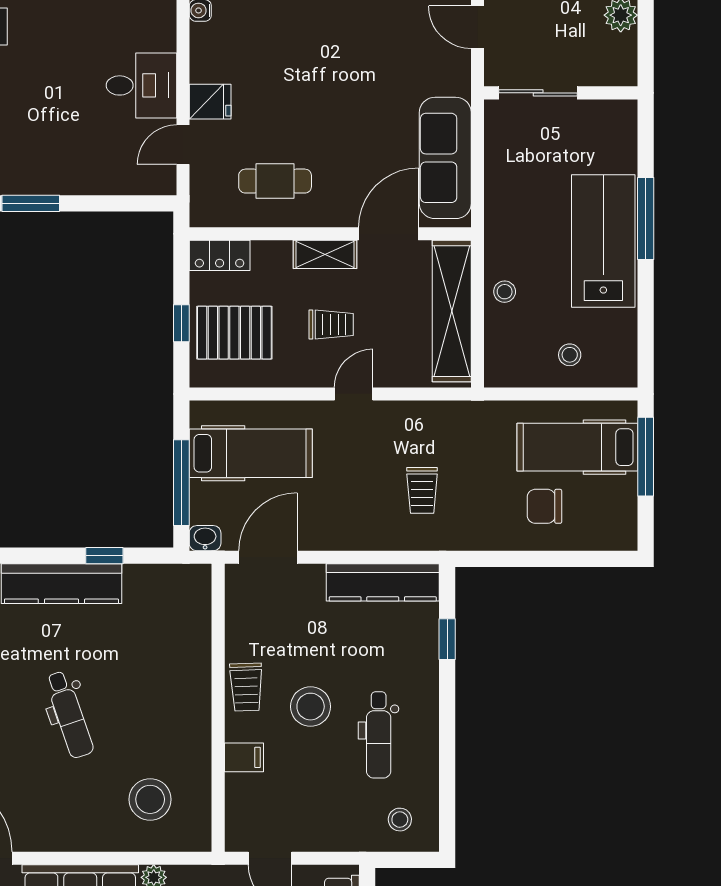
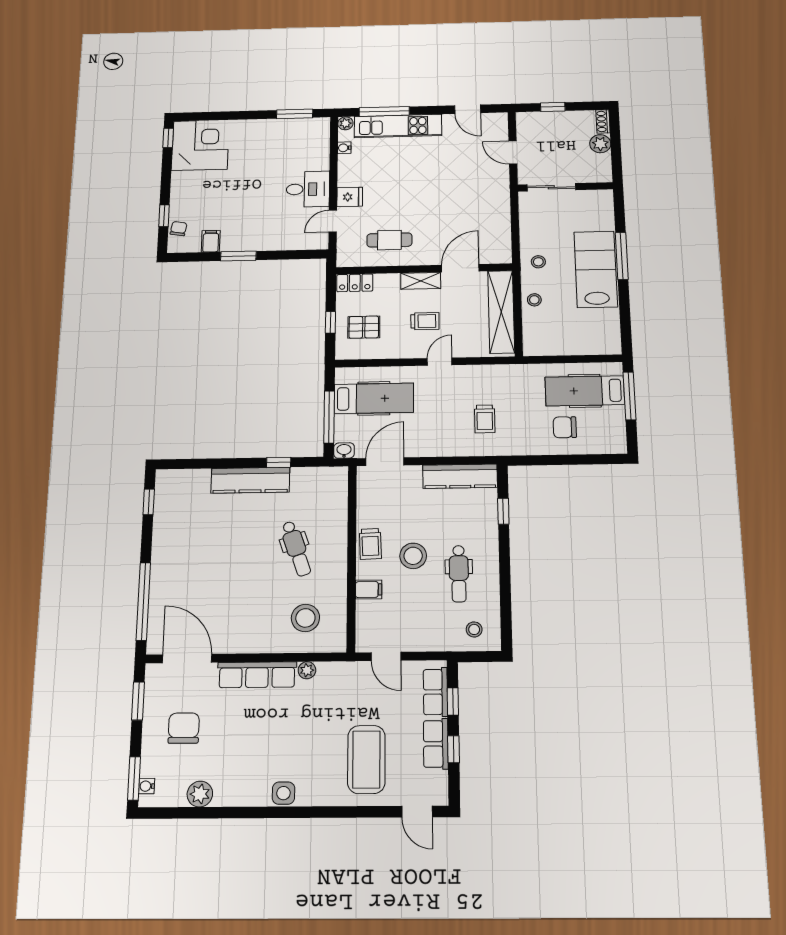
sofa: (445, 158) -> (495, 225), removed
pallet: (234, 333) -> (364, 327), width x0.67, depth x0.71
stool: (570, 355) -> (538, 262), moved
dental chair: (69, 715) -> (296, 549), moved

